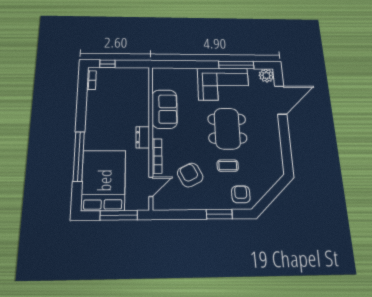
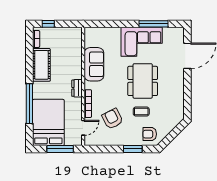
plant: (266, 75) -> (178, 34), removed
cot: (97, 110) -> (41, 65), added
armchair: (241, 194) -> (150, 134), turned -90

